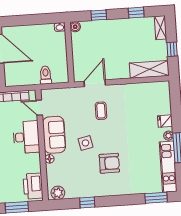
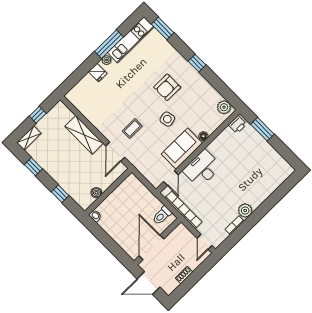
boiler: (75, 27) -> (96, 193), moved
shelving: (149, 69) -> (84, 135), moved
toilet: (46, 75) -> (162, 215), moved
door: (95, 83) -> (115, 152), hinge flipped
armchair: (109, 163) -> (167, 87), turned -90
printer: (33, 186) -> (237, 124), width x0.53, depth x0.68
window: (87, 202) -> (197, 63), moved

